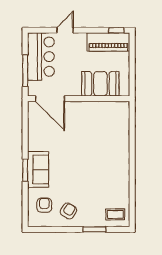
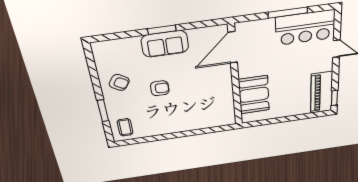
booth: (100, 84) -> (254, 95), moved
door: (50, 99) -> (233, 47), moved
wall: (79, 99) -> (235, 76), moved
armchair: (44, 205) -> (160, 88), moved

